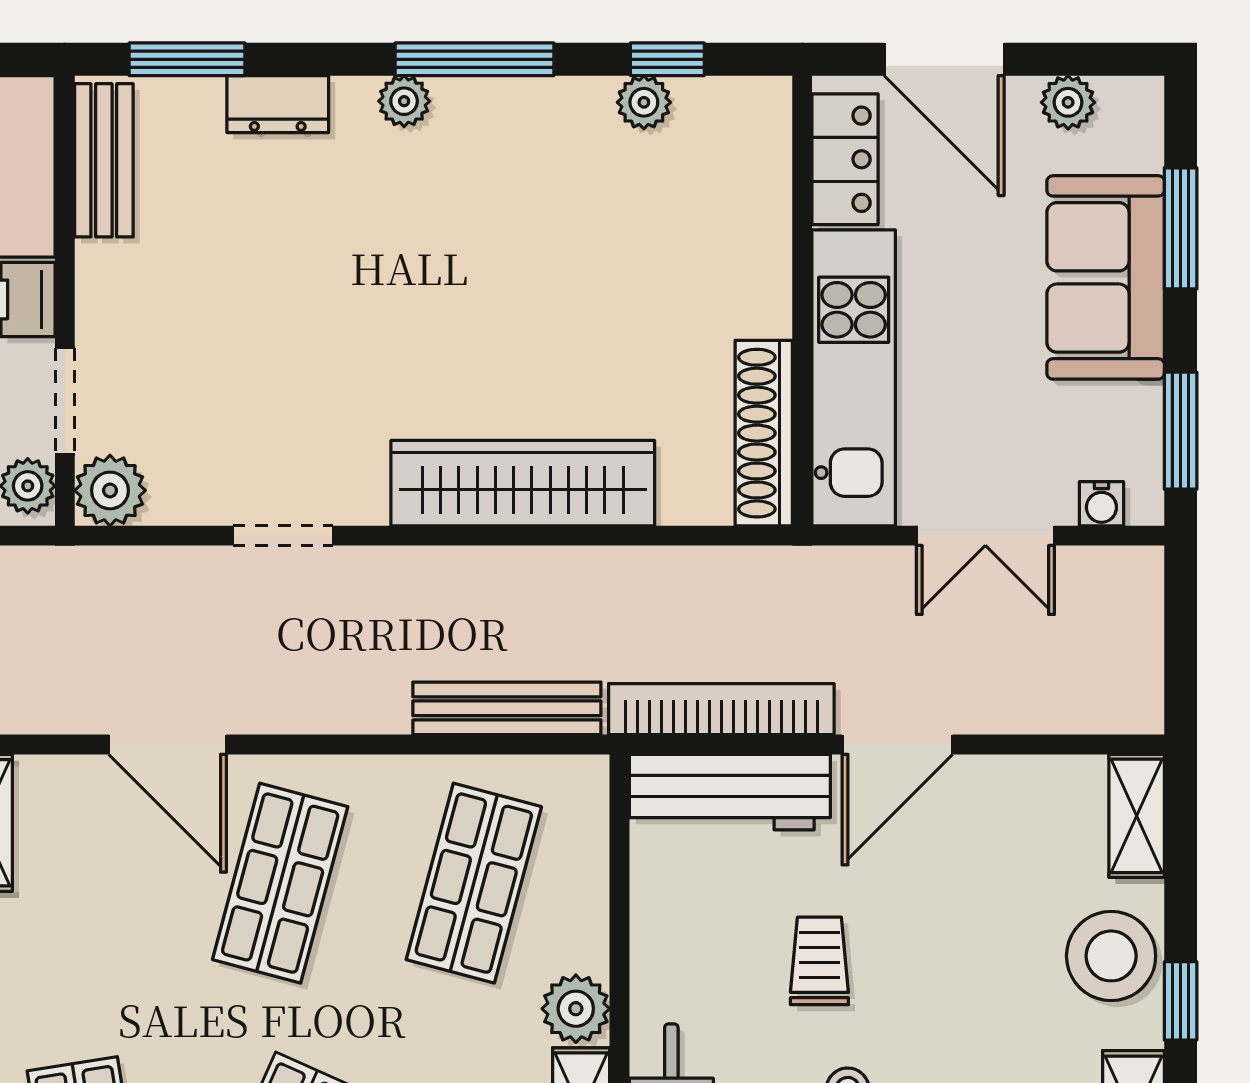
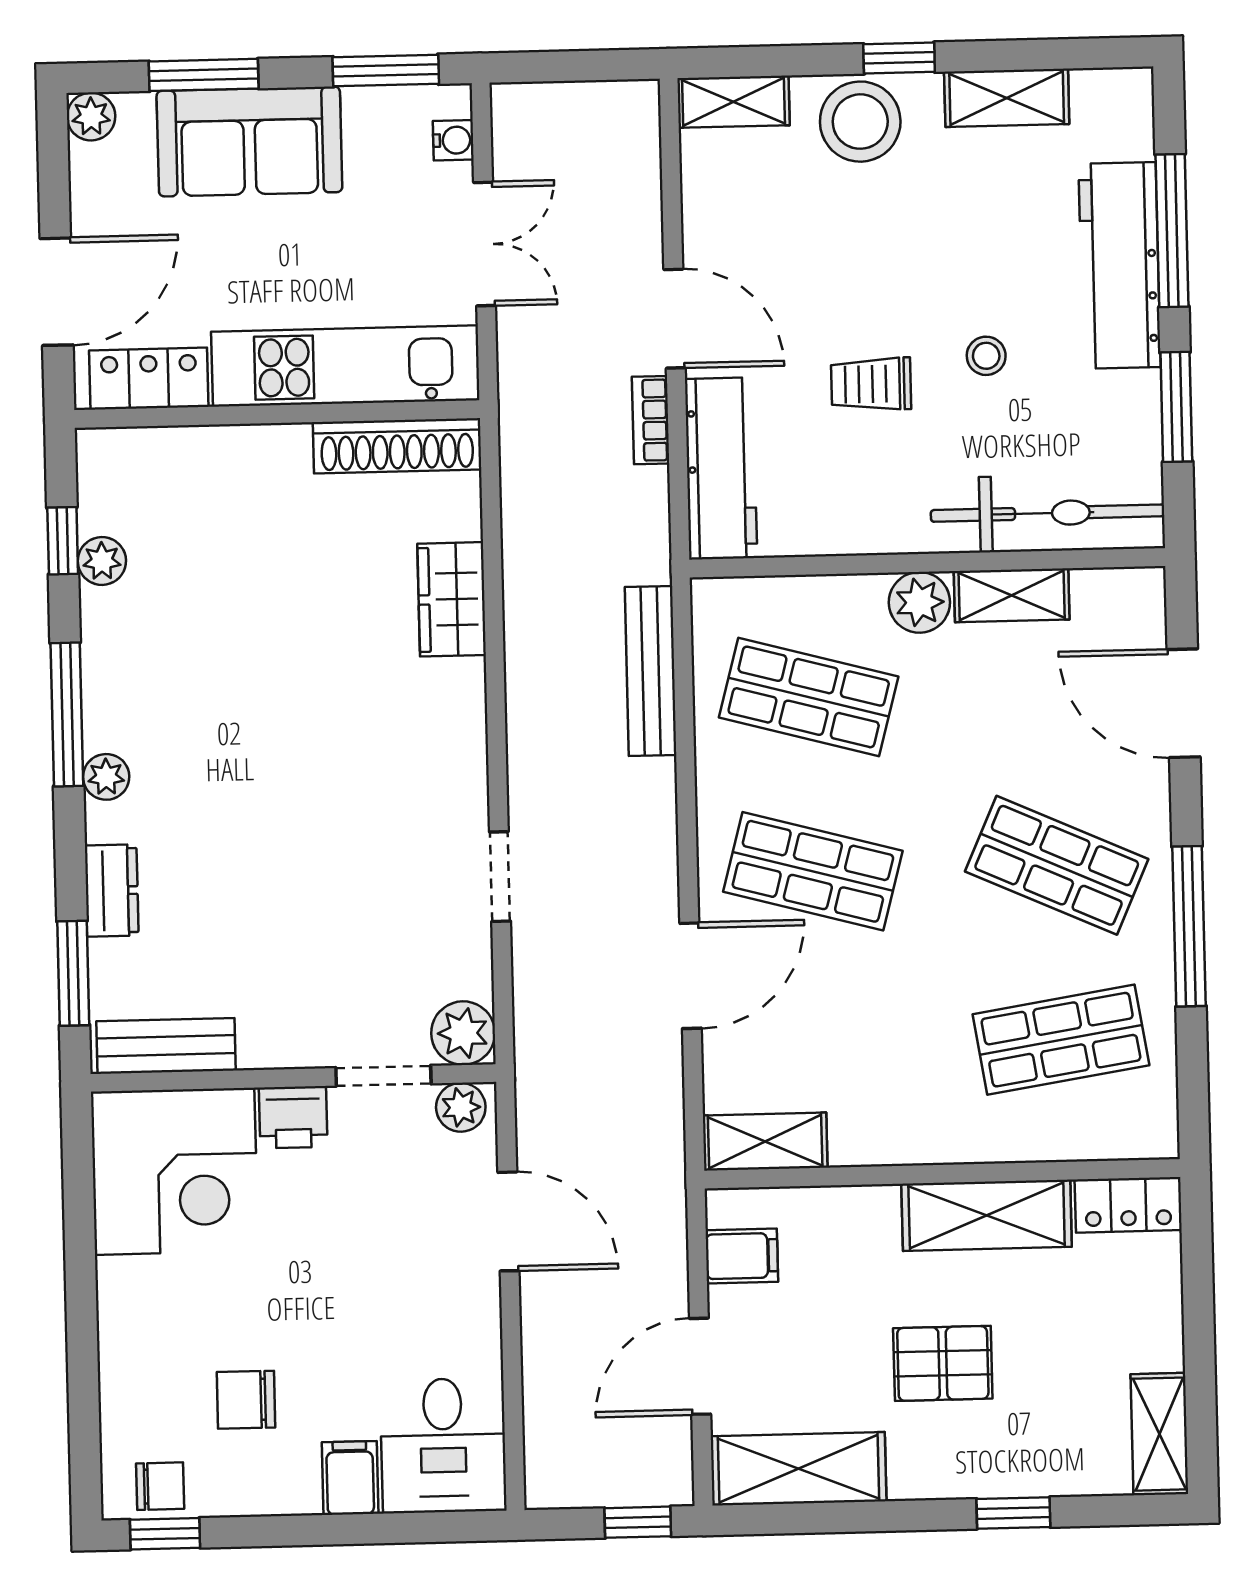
plant: (1068, 102) -> (91, 116), moved
wardrobe: (523, 483) -> (452, 599), width x0.48, depth x0.85
bookcase: (721, 709) -> (651, 420), width x0.43, depth x0.76

